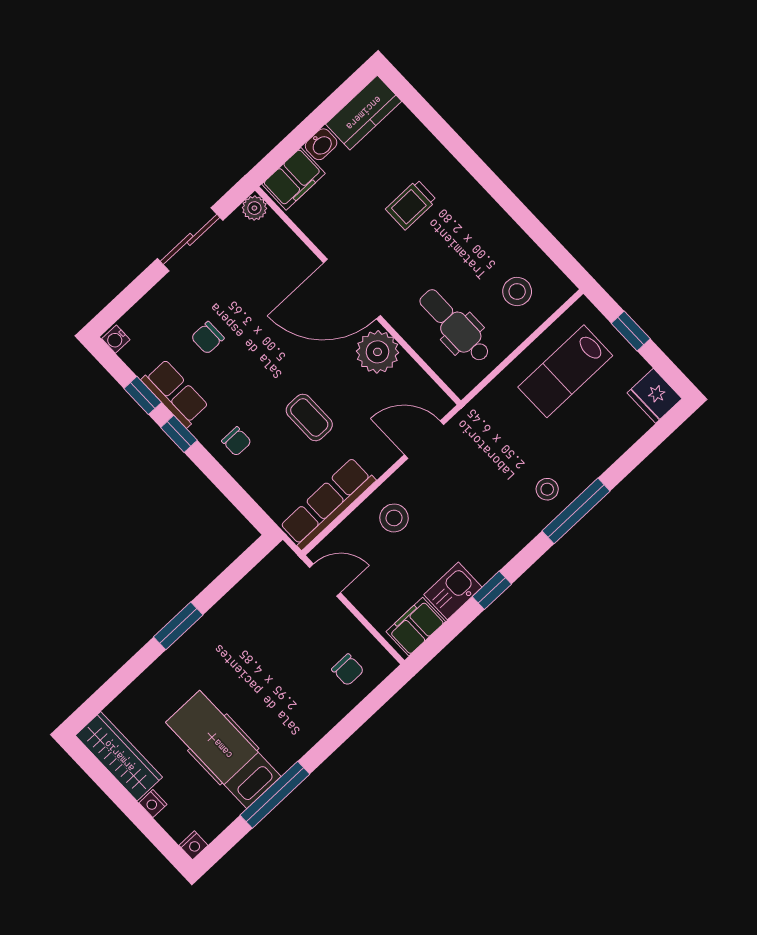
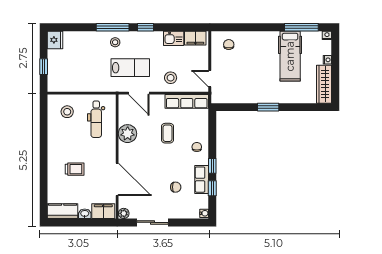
door: (352, 289) -> (117, 179), moved
lab bench: (565, 371) -> (130, 68), moved
window: (492, 590) -> (145, 27), moved
window: (275, 795) -> (301, 27), moved

